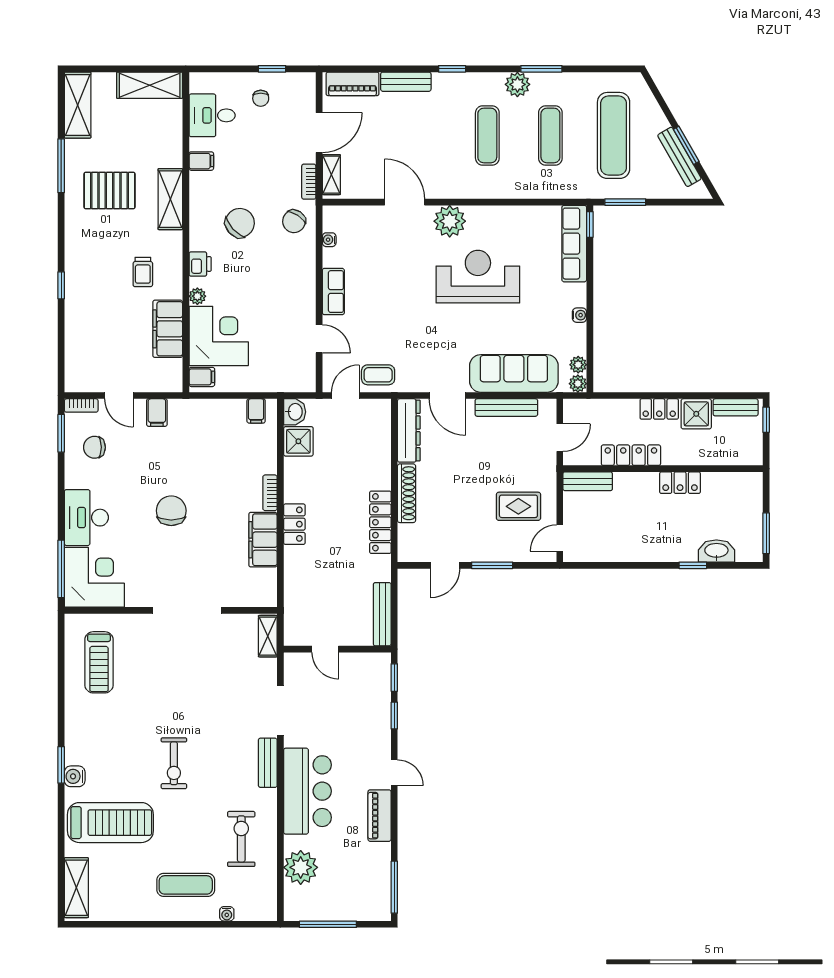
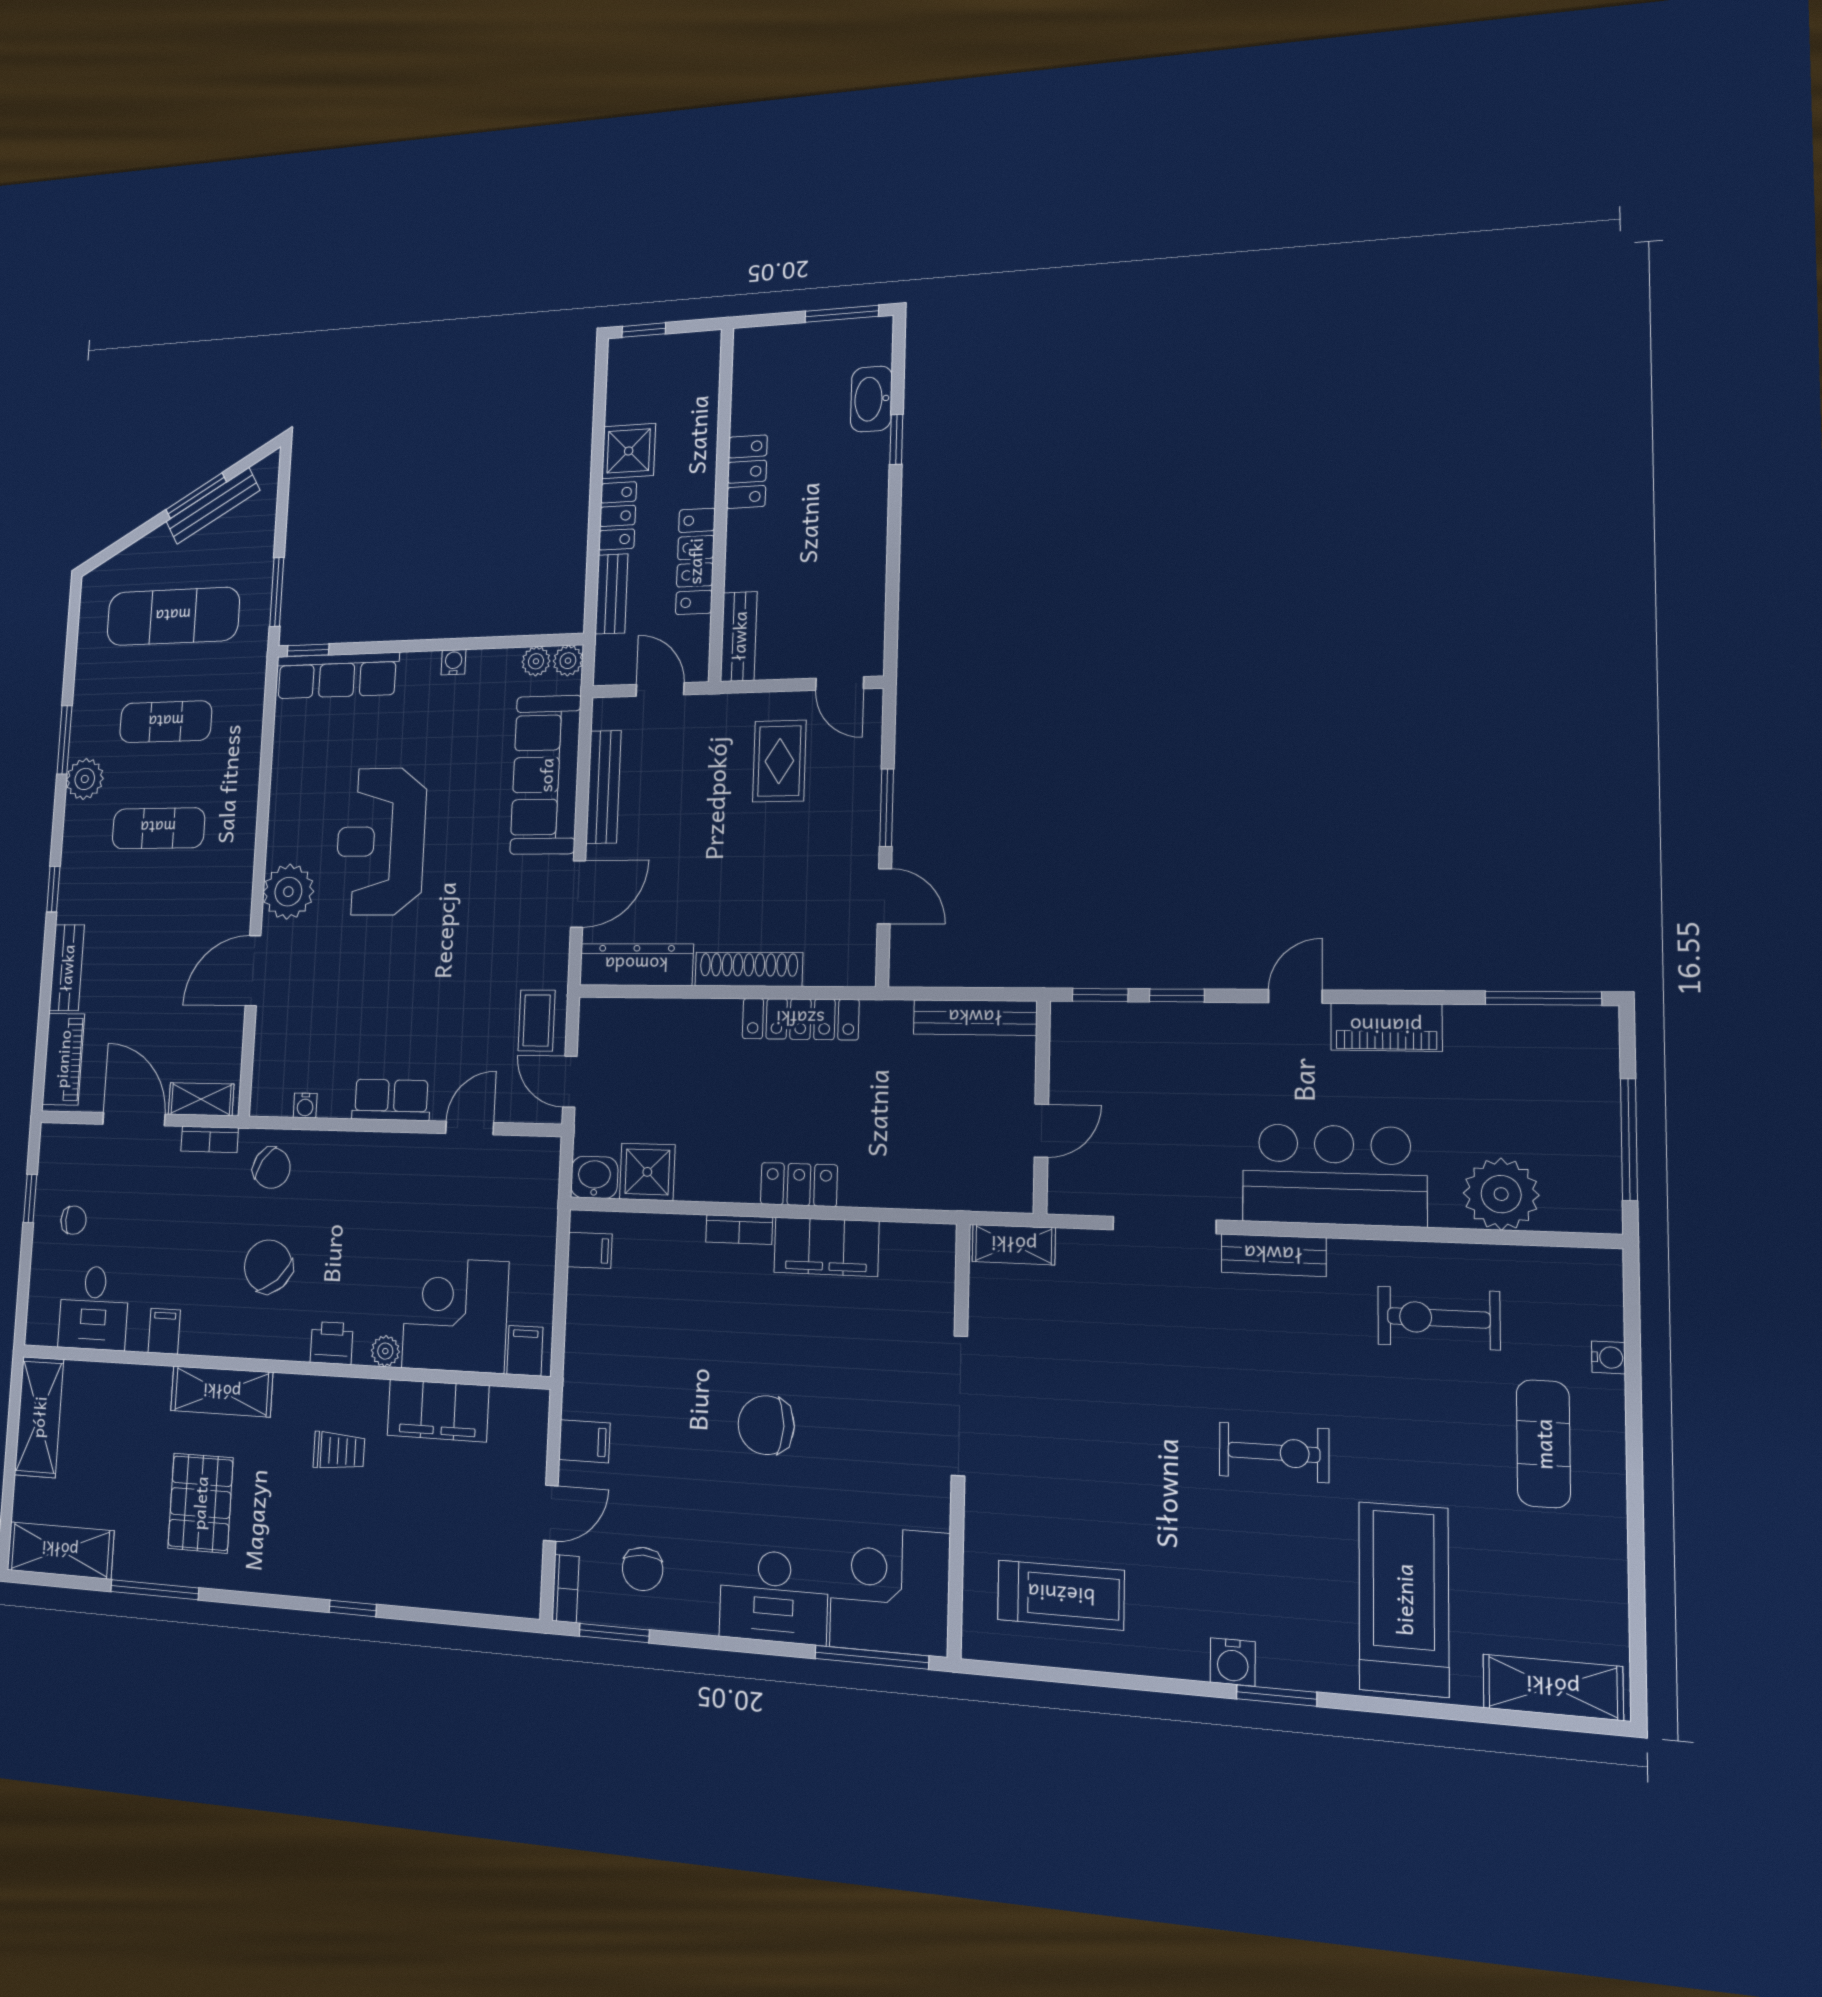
bench: (736, 407) -> (611, 594), moved
water cooler: (75, 776) -> (1233, 1662), moved

